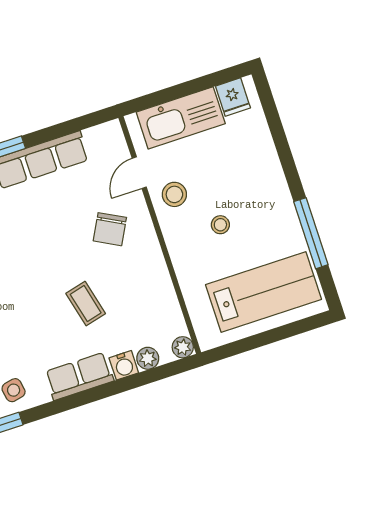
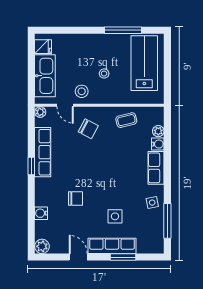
coffee table: (86, 304) -> (126, 120), moved
plant: (183, 347) -> (40, 112), moved

